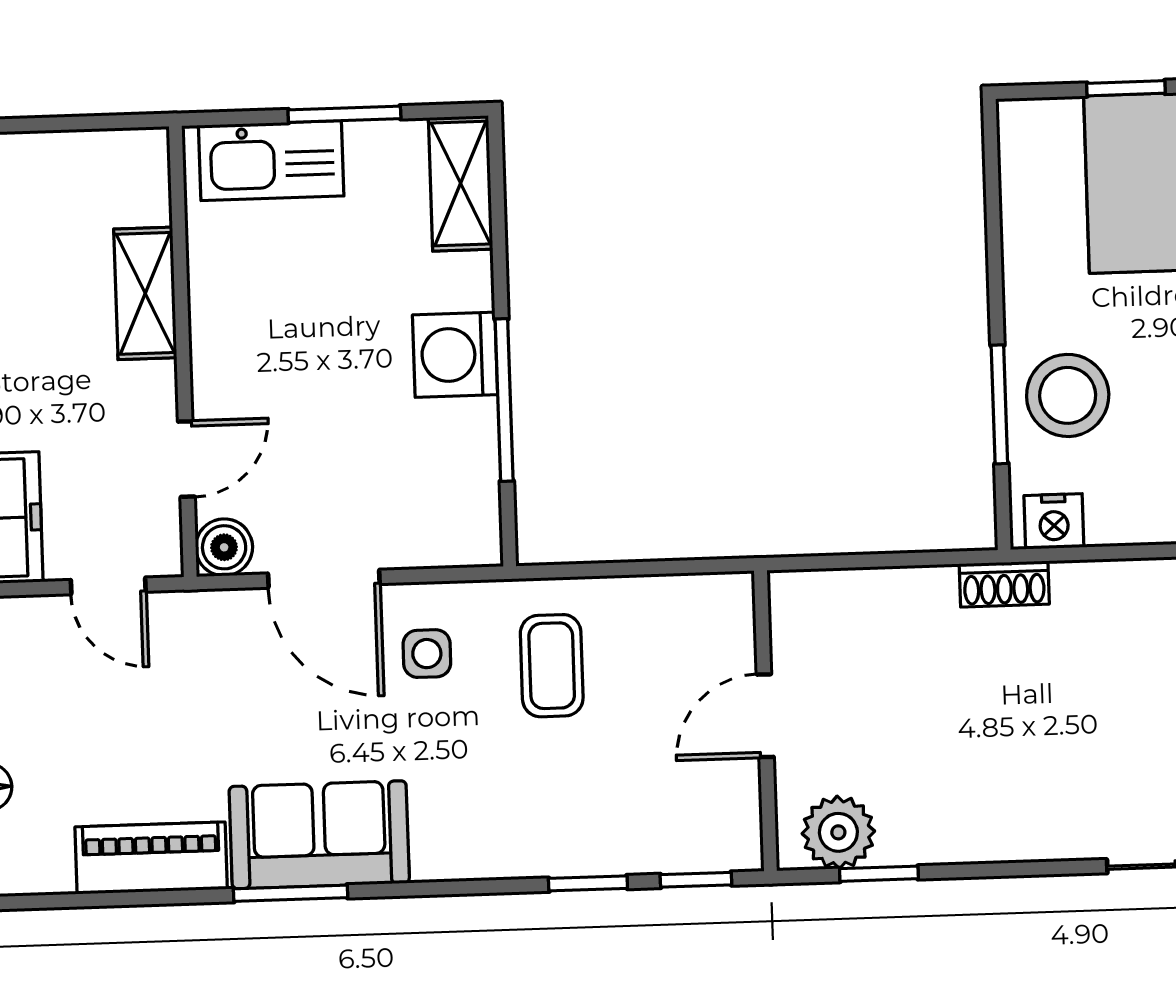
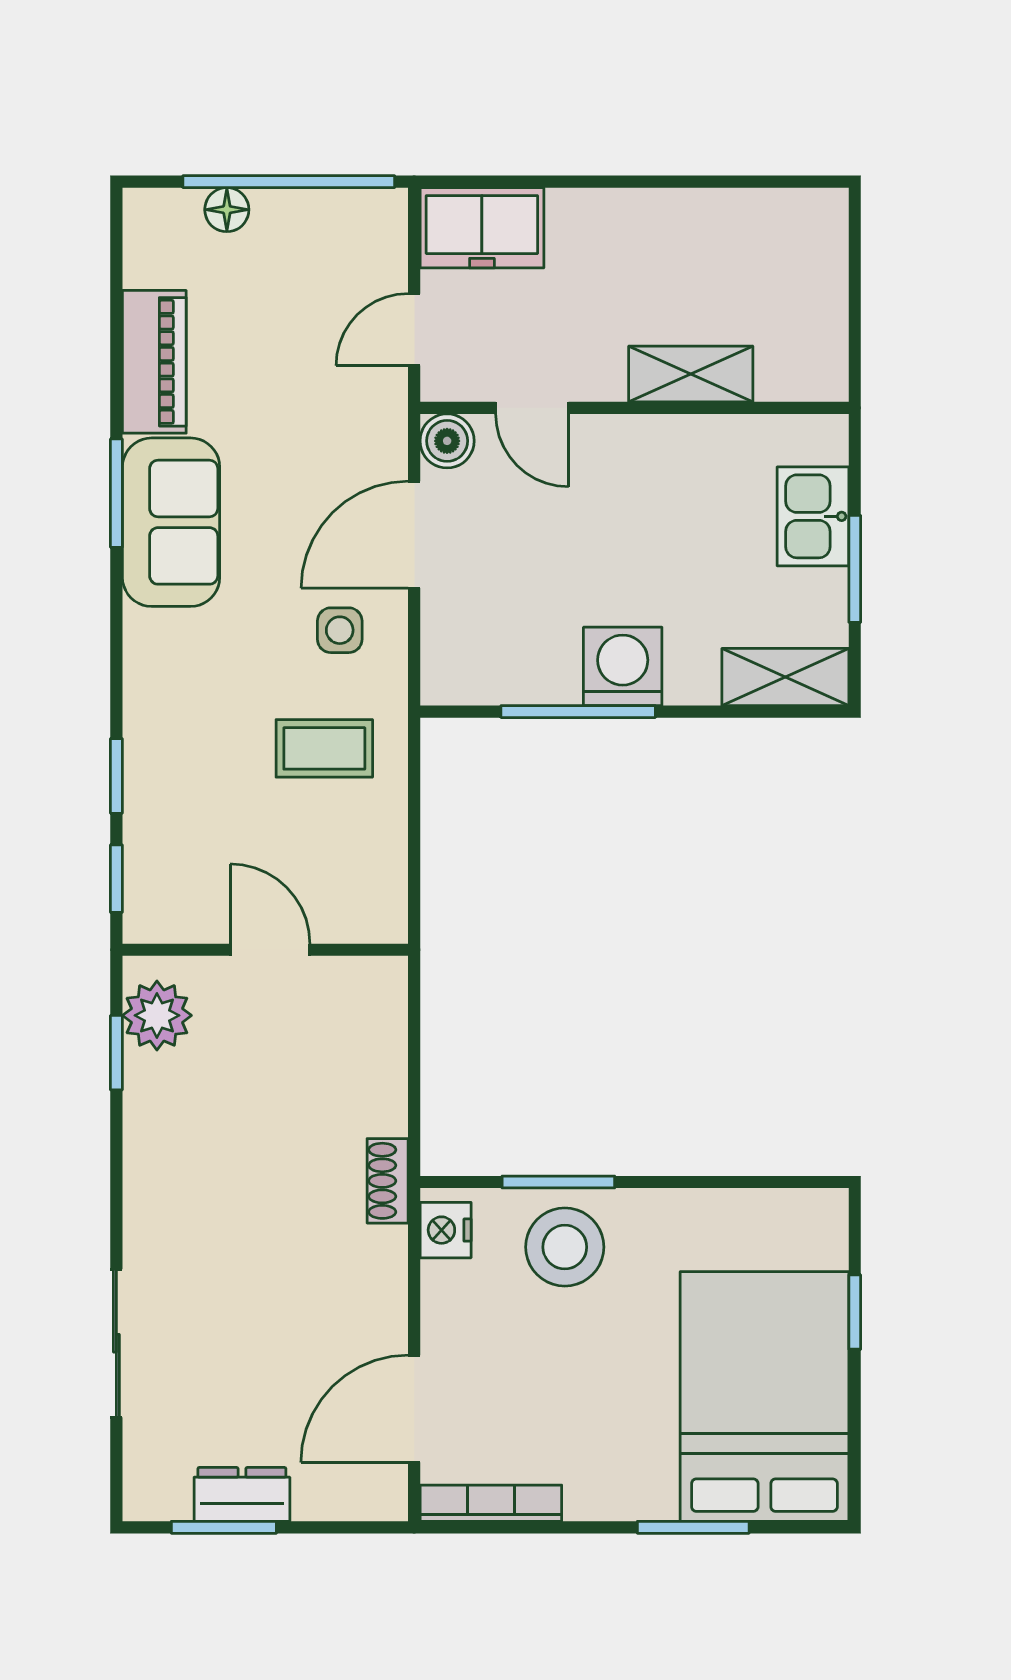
kitchen sink: (271, 161) -> (813, 516), width x0.73

